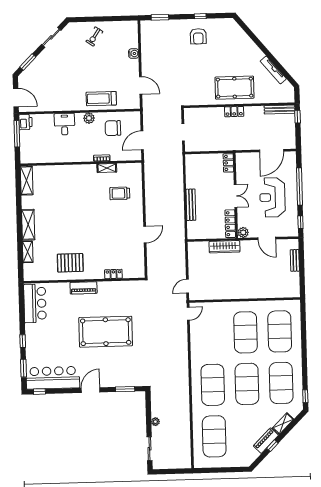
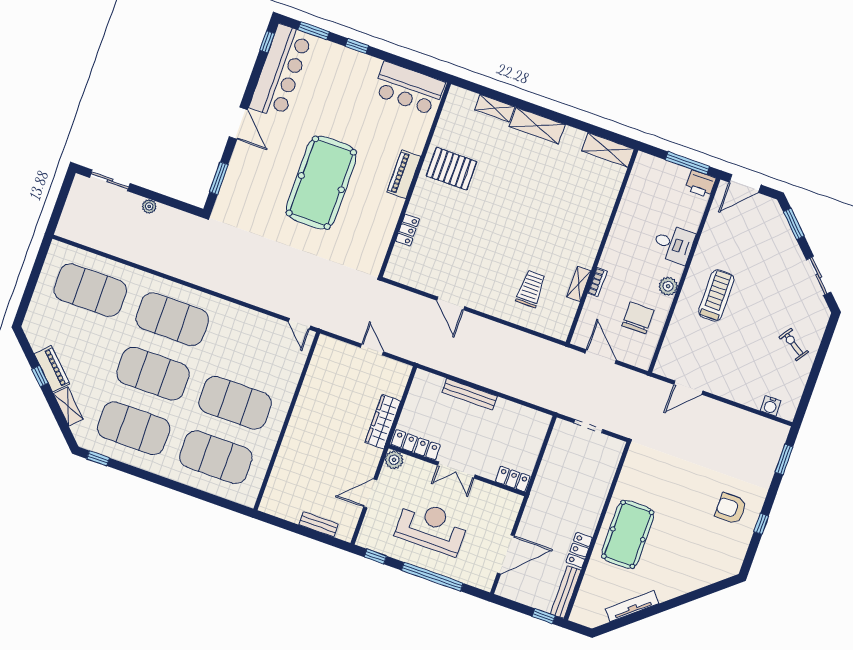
water cooler: (134, 54) -> (771, 406), moved
treadmill: (101, 99) -> (716, 296), moved
locker: (234, 112) -> (579, 550), moved
door: (272, 151) -> (506, 554), swing flipped
pallet: (70, 263) -> (452, 169), turned 90
door: (187, 286) -> (372, 350), moved

